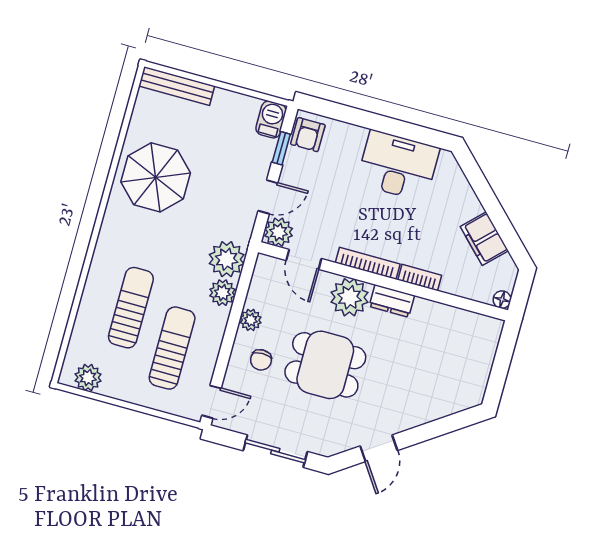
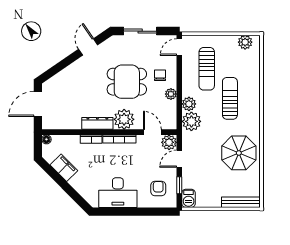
armchair: (308, 135) -> (158, 188), moved
dresser: (392, 301) -> (97, 123), width x1.44
sun lounger: (131, 308) -> (230, 98), moved, turned 180
door: (500, 369) -> (38, 104), added

